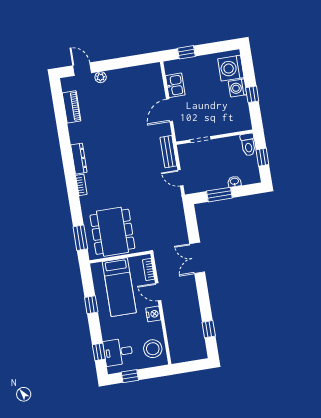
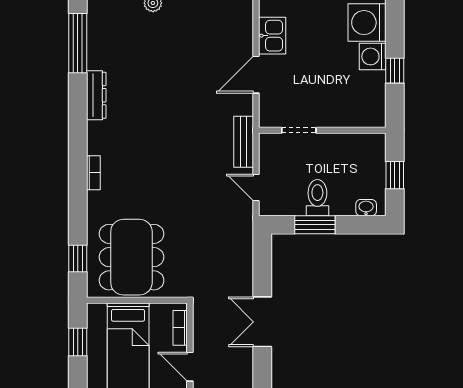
piano: (72, 107) -> (98, 43), removed
window: (59, 109) -> (78, 43), added
toilet: (248, 145) -> (317, 198), moved, turned 180
dresser: (79, 159) -> (96, 95), moved
washbasin: (234, 182) -> (366, 208), moved
window: (80, 238) -> (78, 258), width x0.67
window: (91, 305) -> (78, 342), moved

